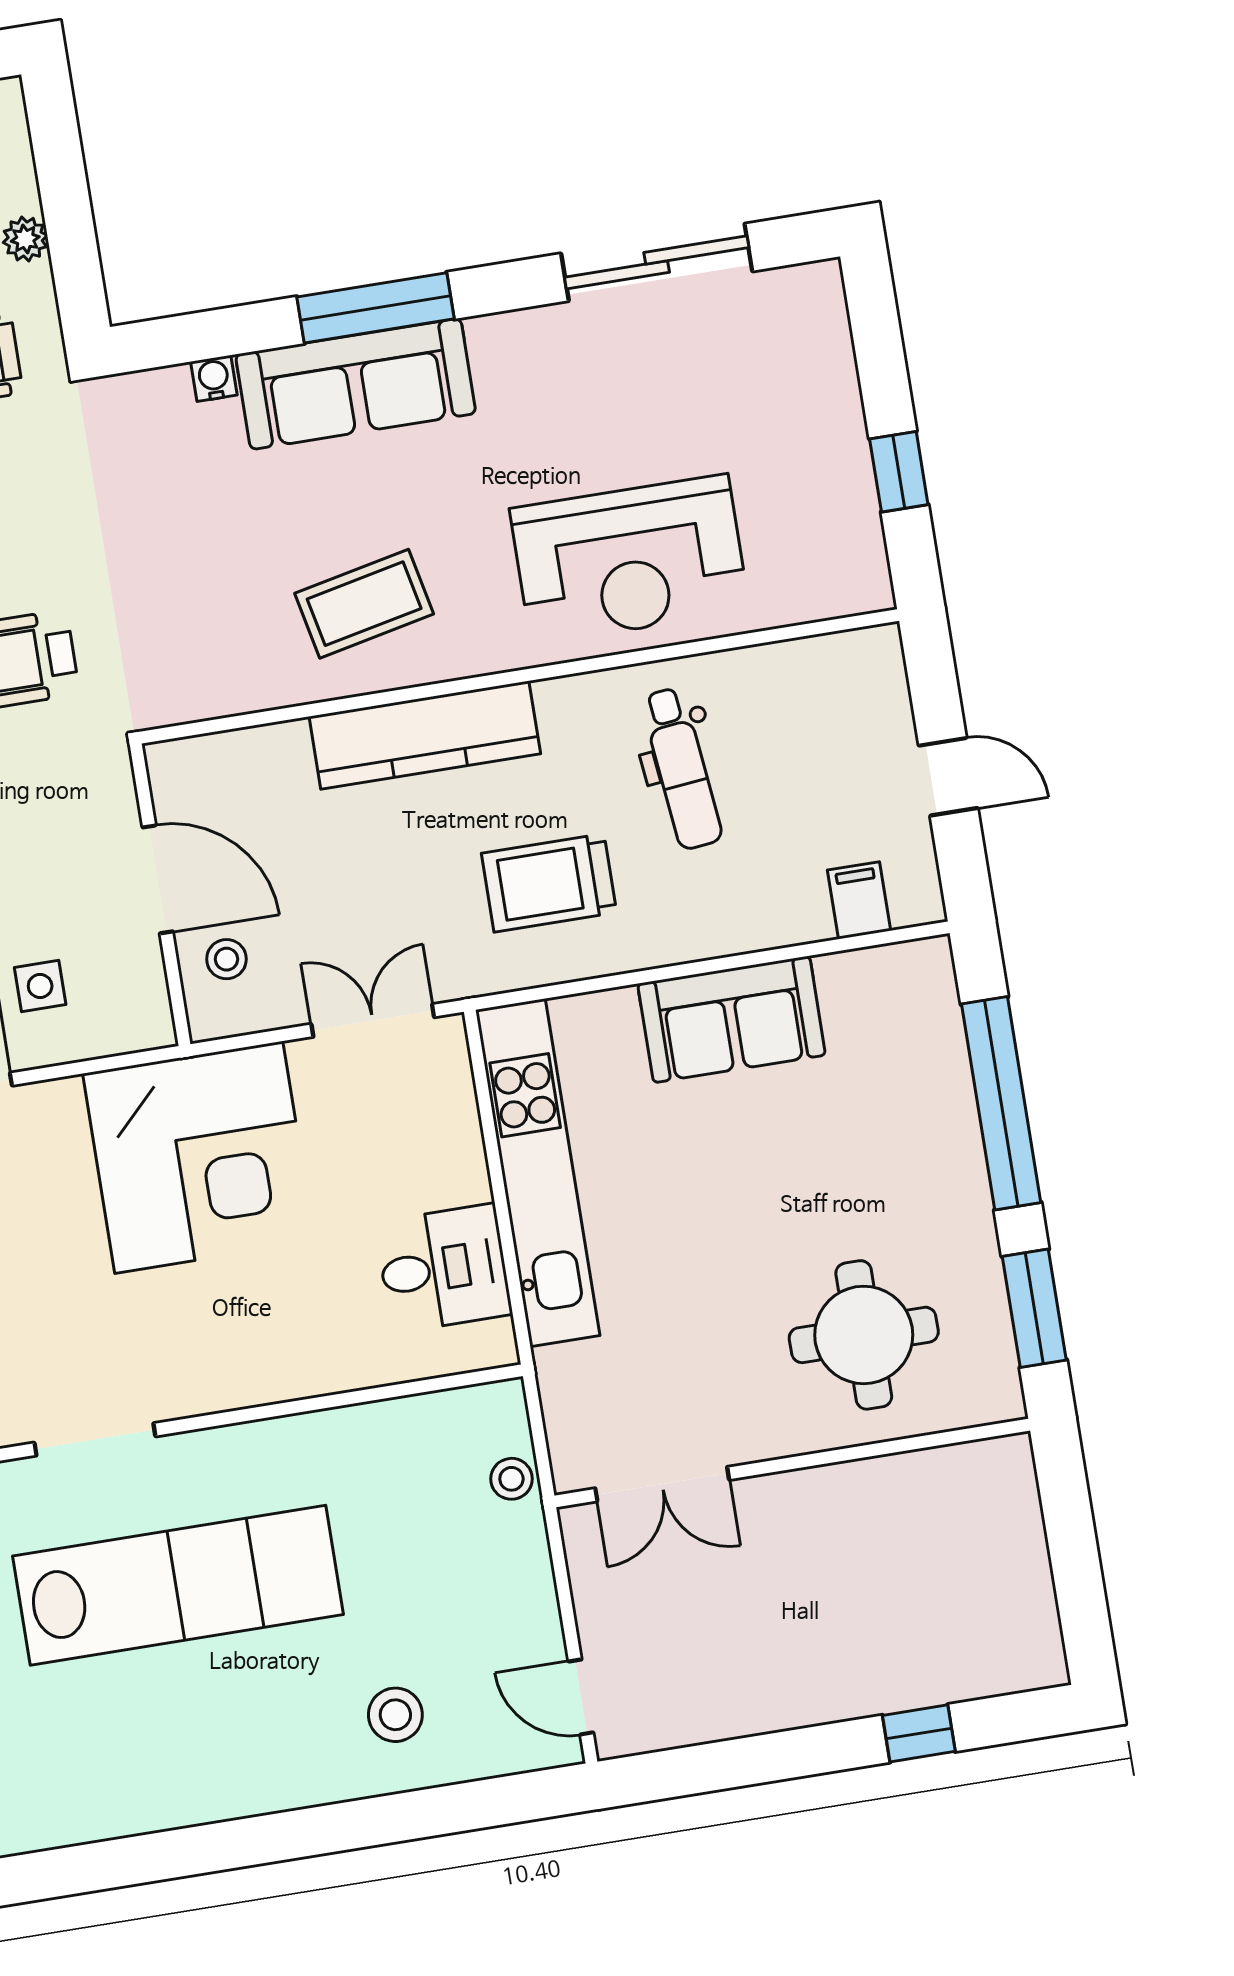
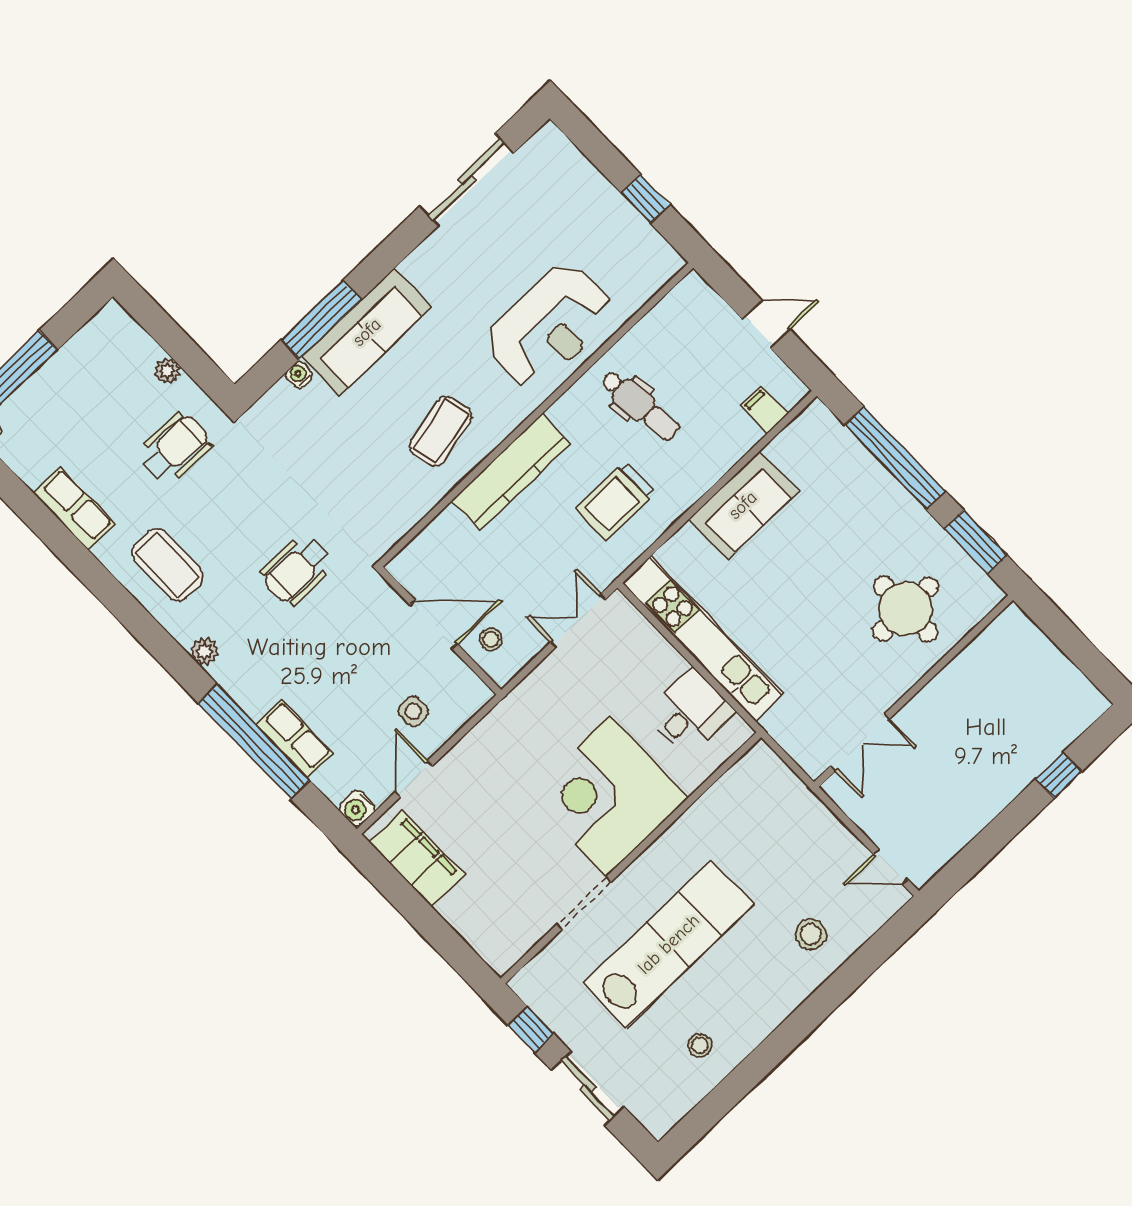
window: (375, 308) -> (321, 320), moved
corner desk: (199, 1157) -> (608, 796), moved, turned 180
stool: (511, 1479) -> (700, 1045), moved

